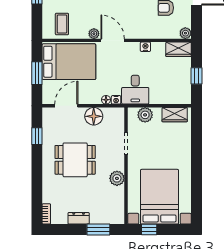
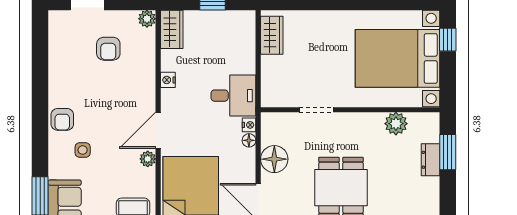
plant: (145, 115) -> (272, 81), removed
plant: (117, 178) -> (396, 124), moved
dresser: (79, 218) -> (430, 160), moved
window: (149, 230) -> (448, 40), moved

